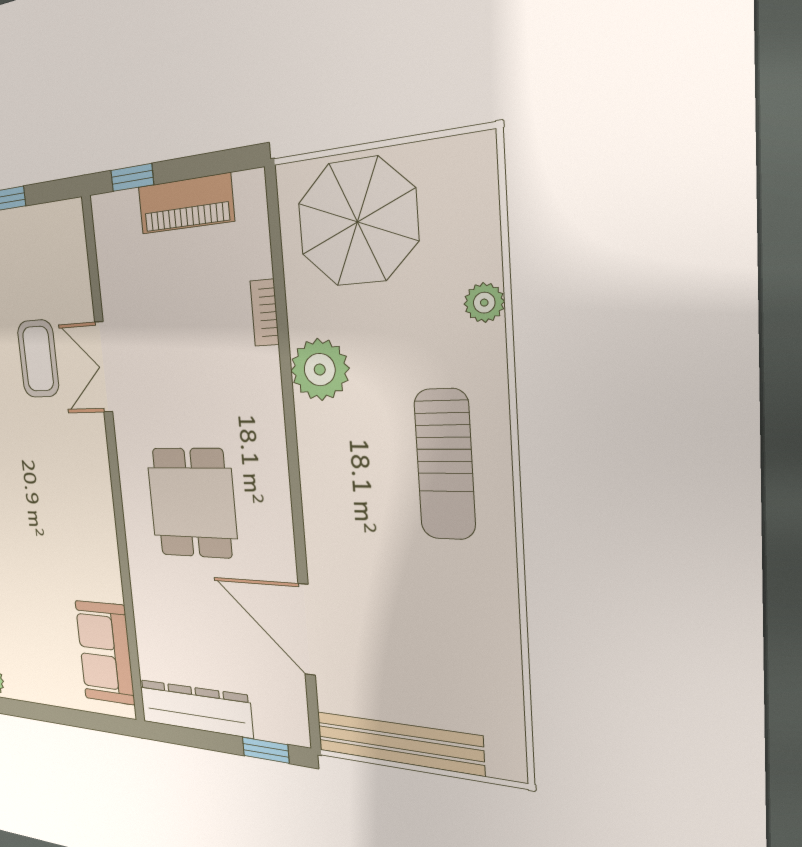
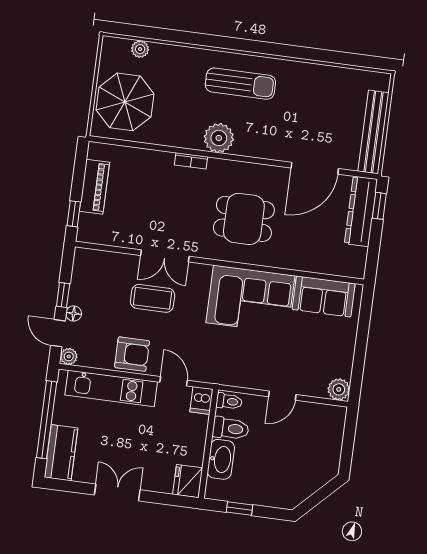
plant: (484, 303) -> (140, 49), moved
bookcase: (265, 313) -> (191, 161), moved
plant: (320, 370) -> (219, 138), moved
corner sofa: (74, 528) -> (250, 299), added
dresser: (195, 708) -> (361, 211), moved

